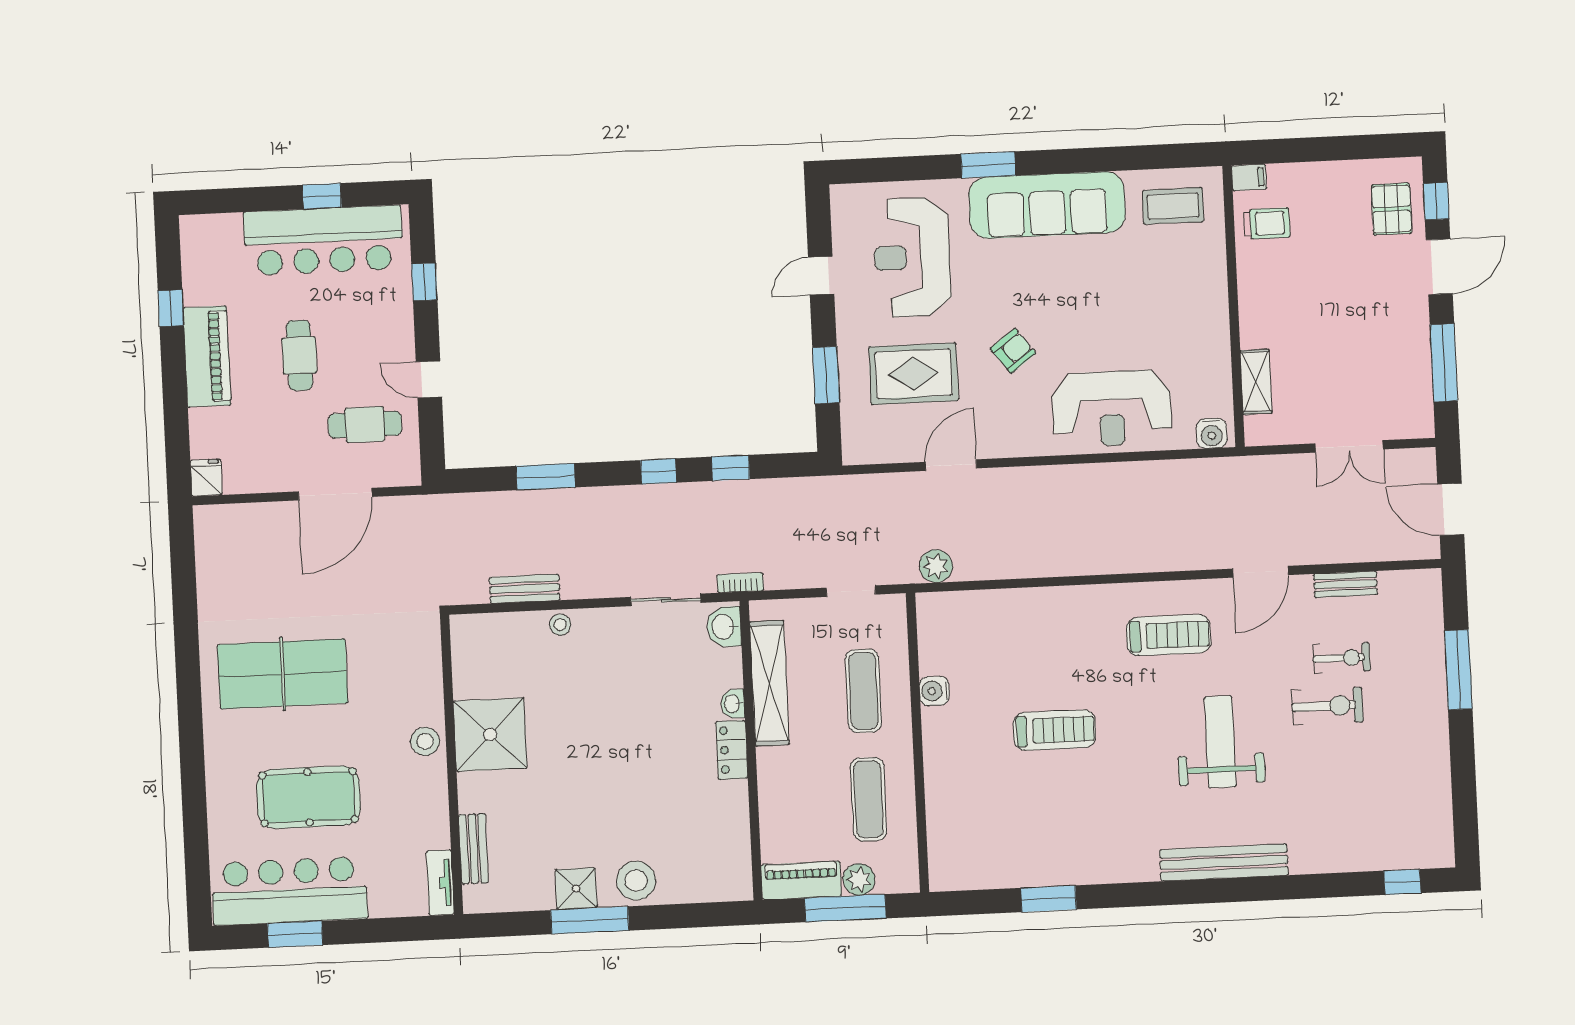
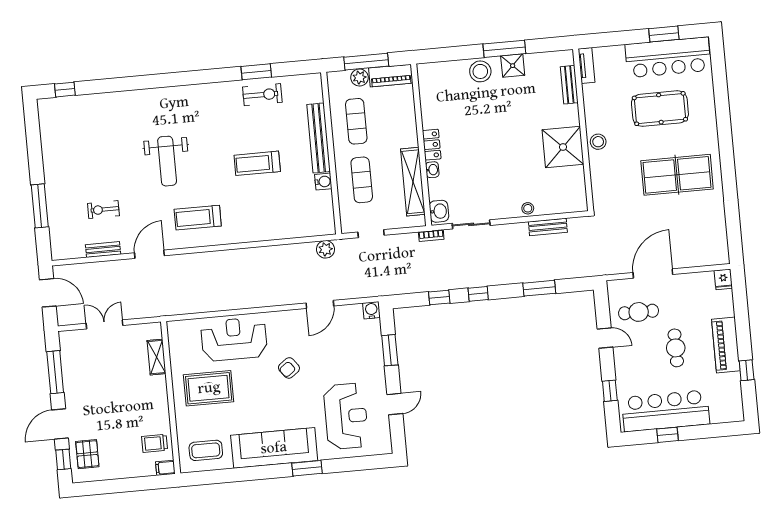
rug: (914, 374) -> (209, 388), moved
water cooler: (1212, 433) -> (371, 310), moved
exercise bike: (1327, 706) -> (262, 95), moved, turned 180
bench: (1224, 862) -> (319, 138), moved, turned 90

